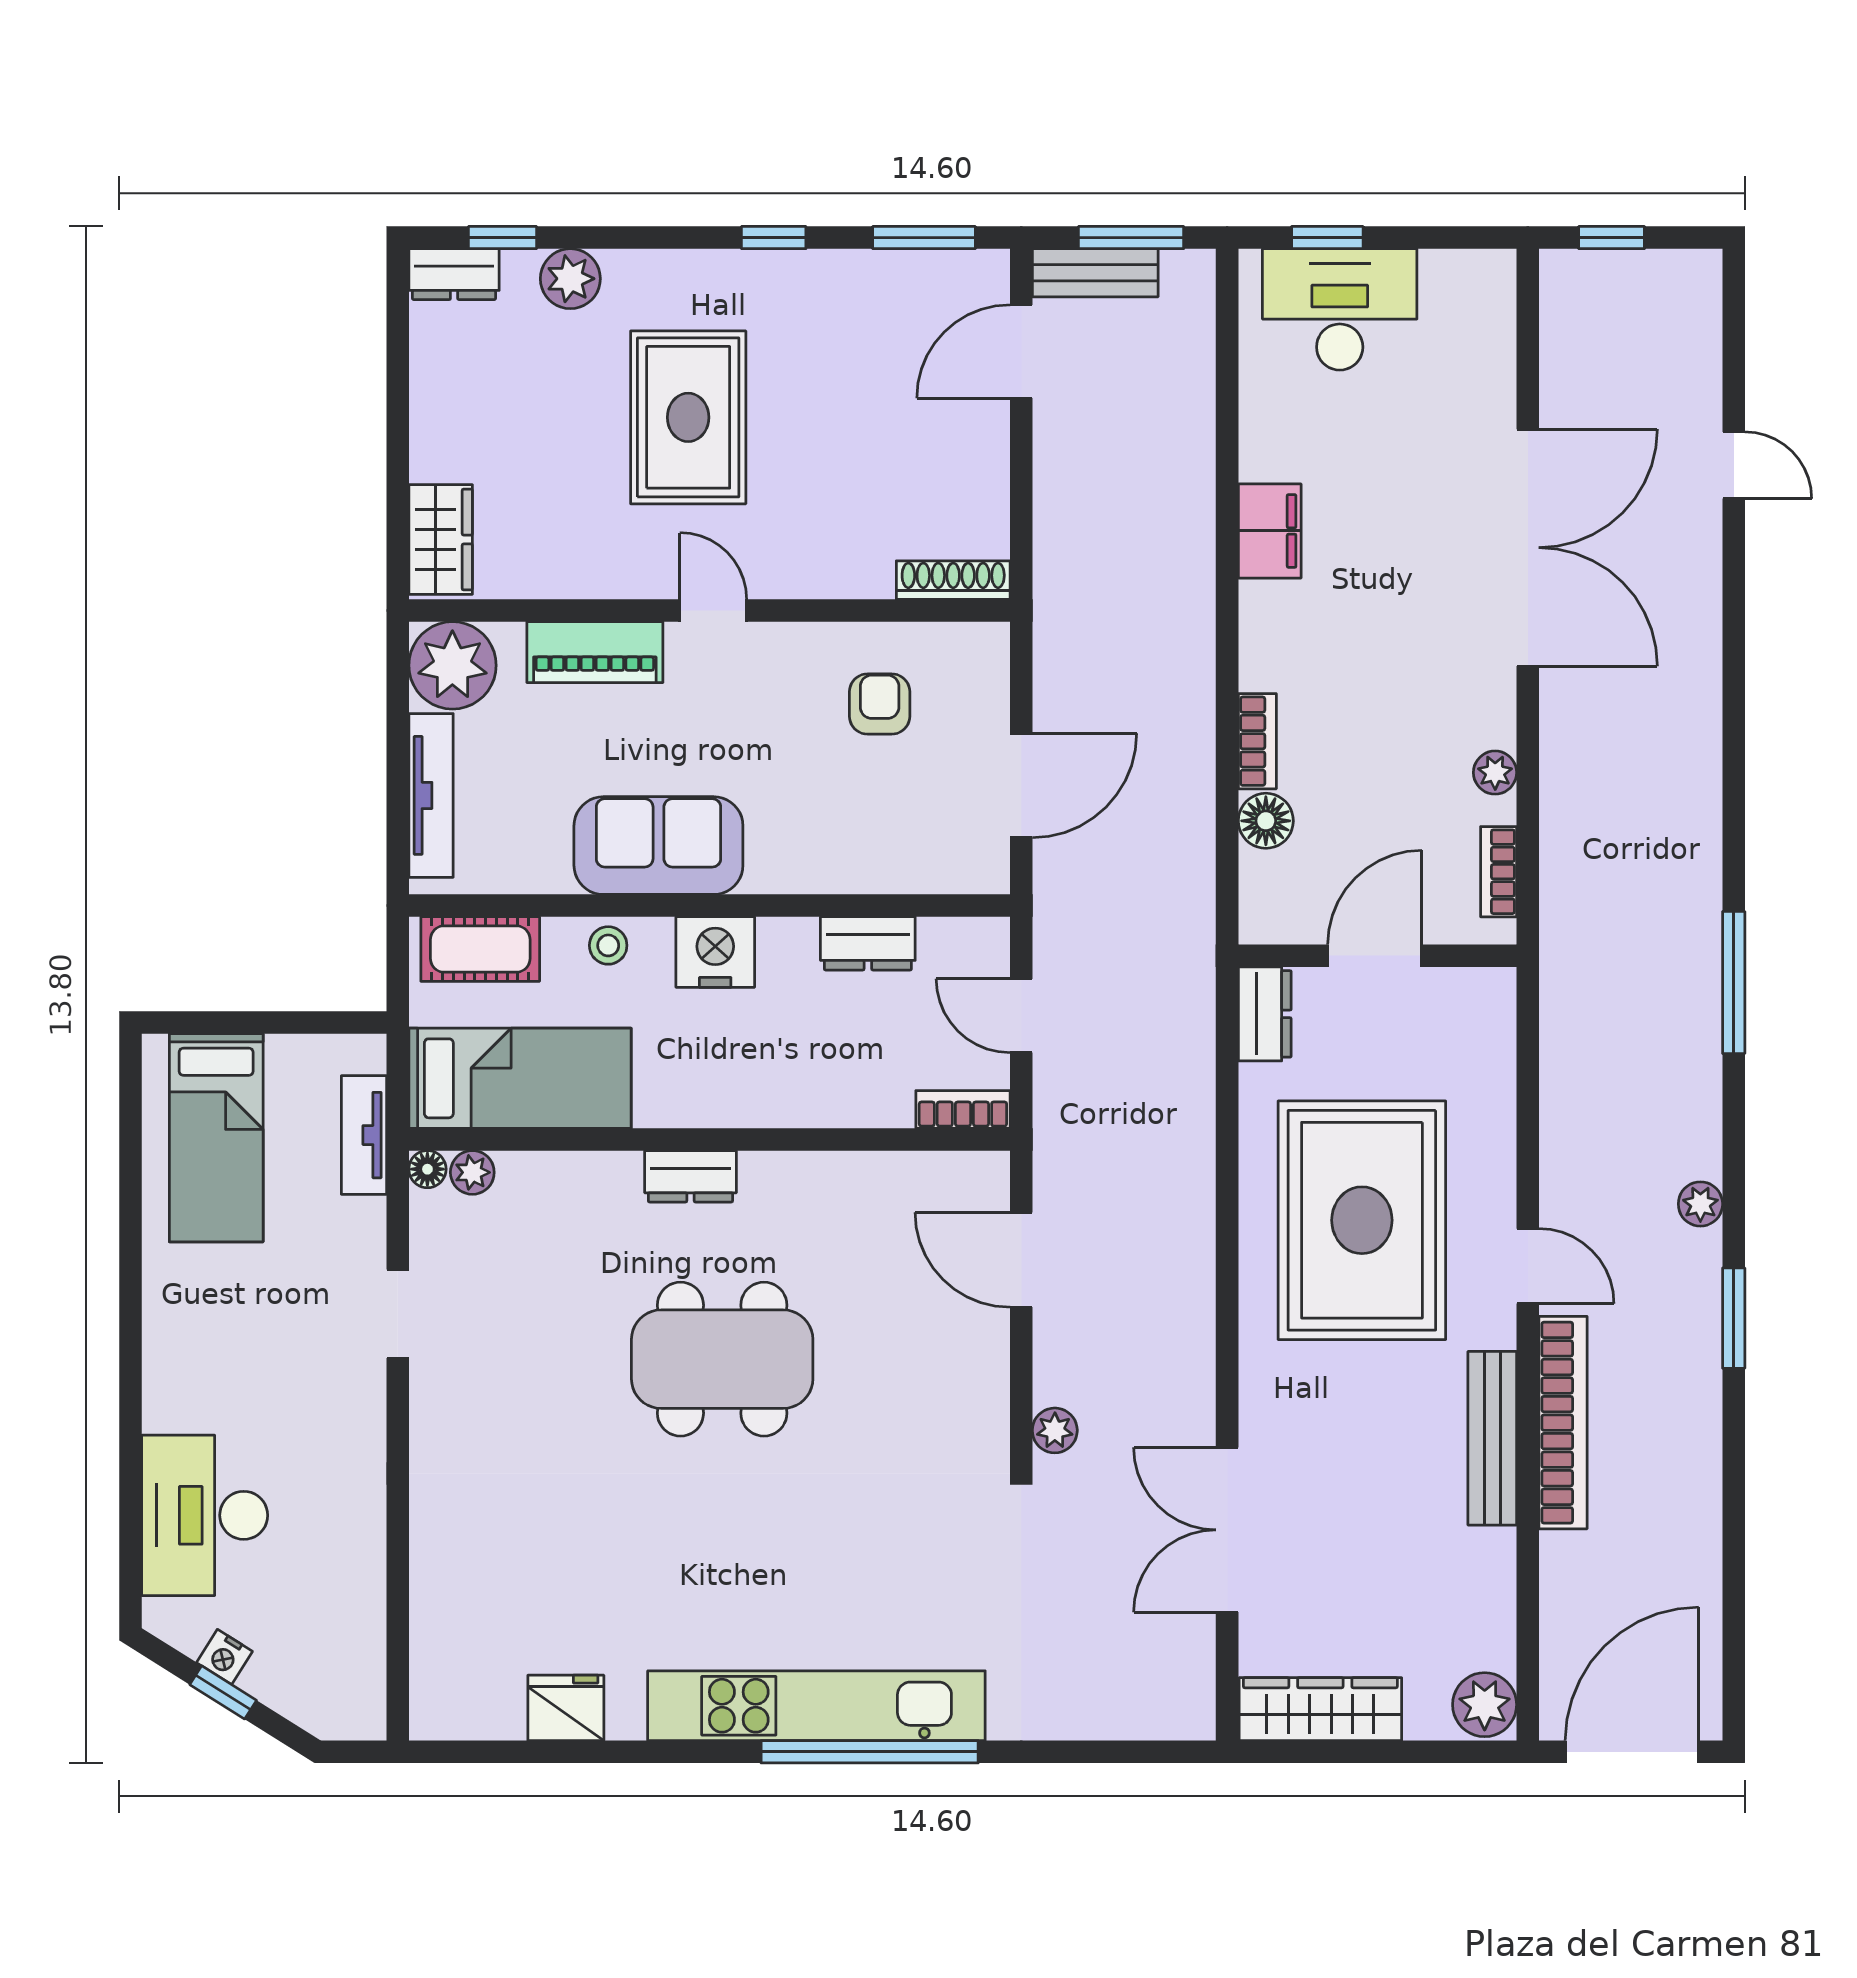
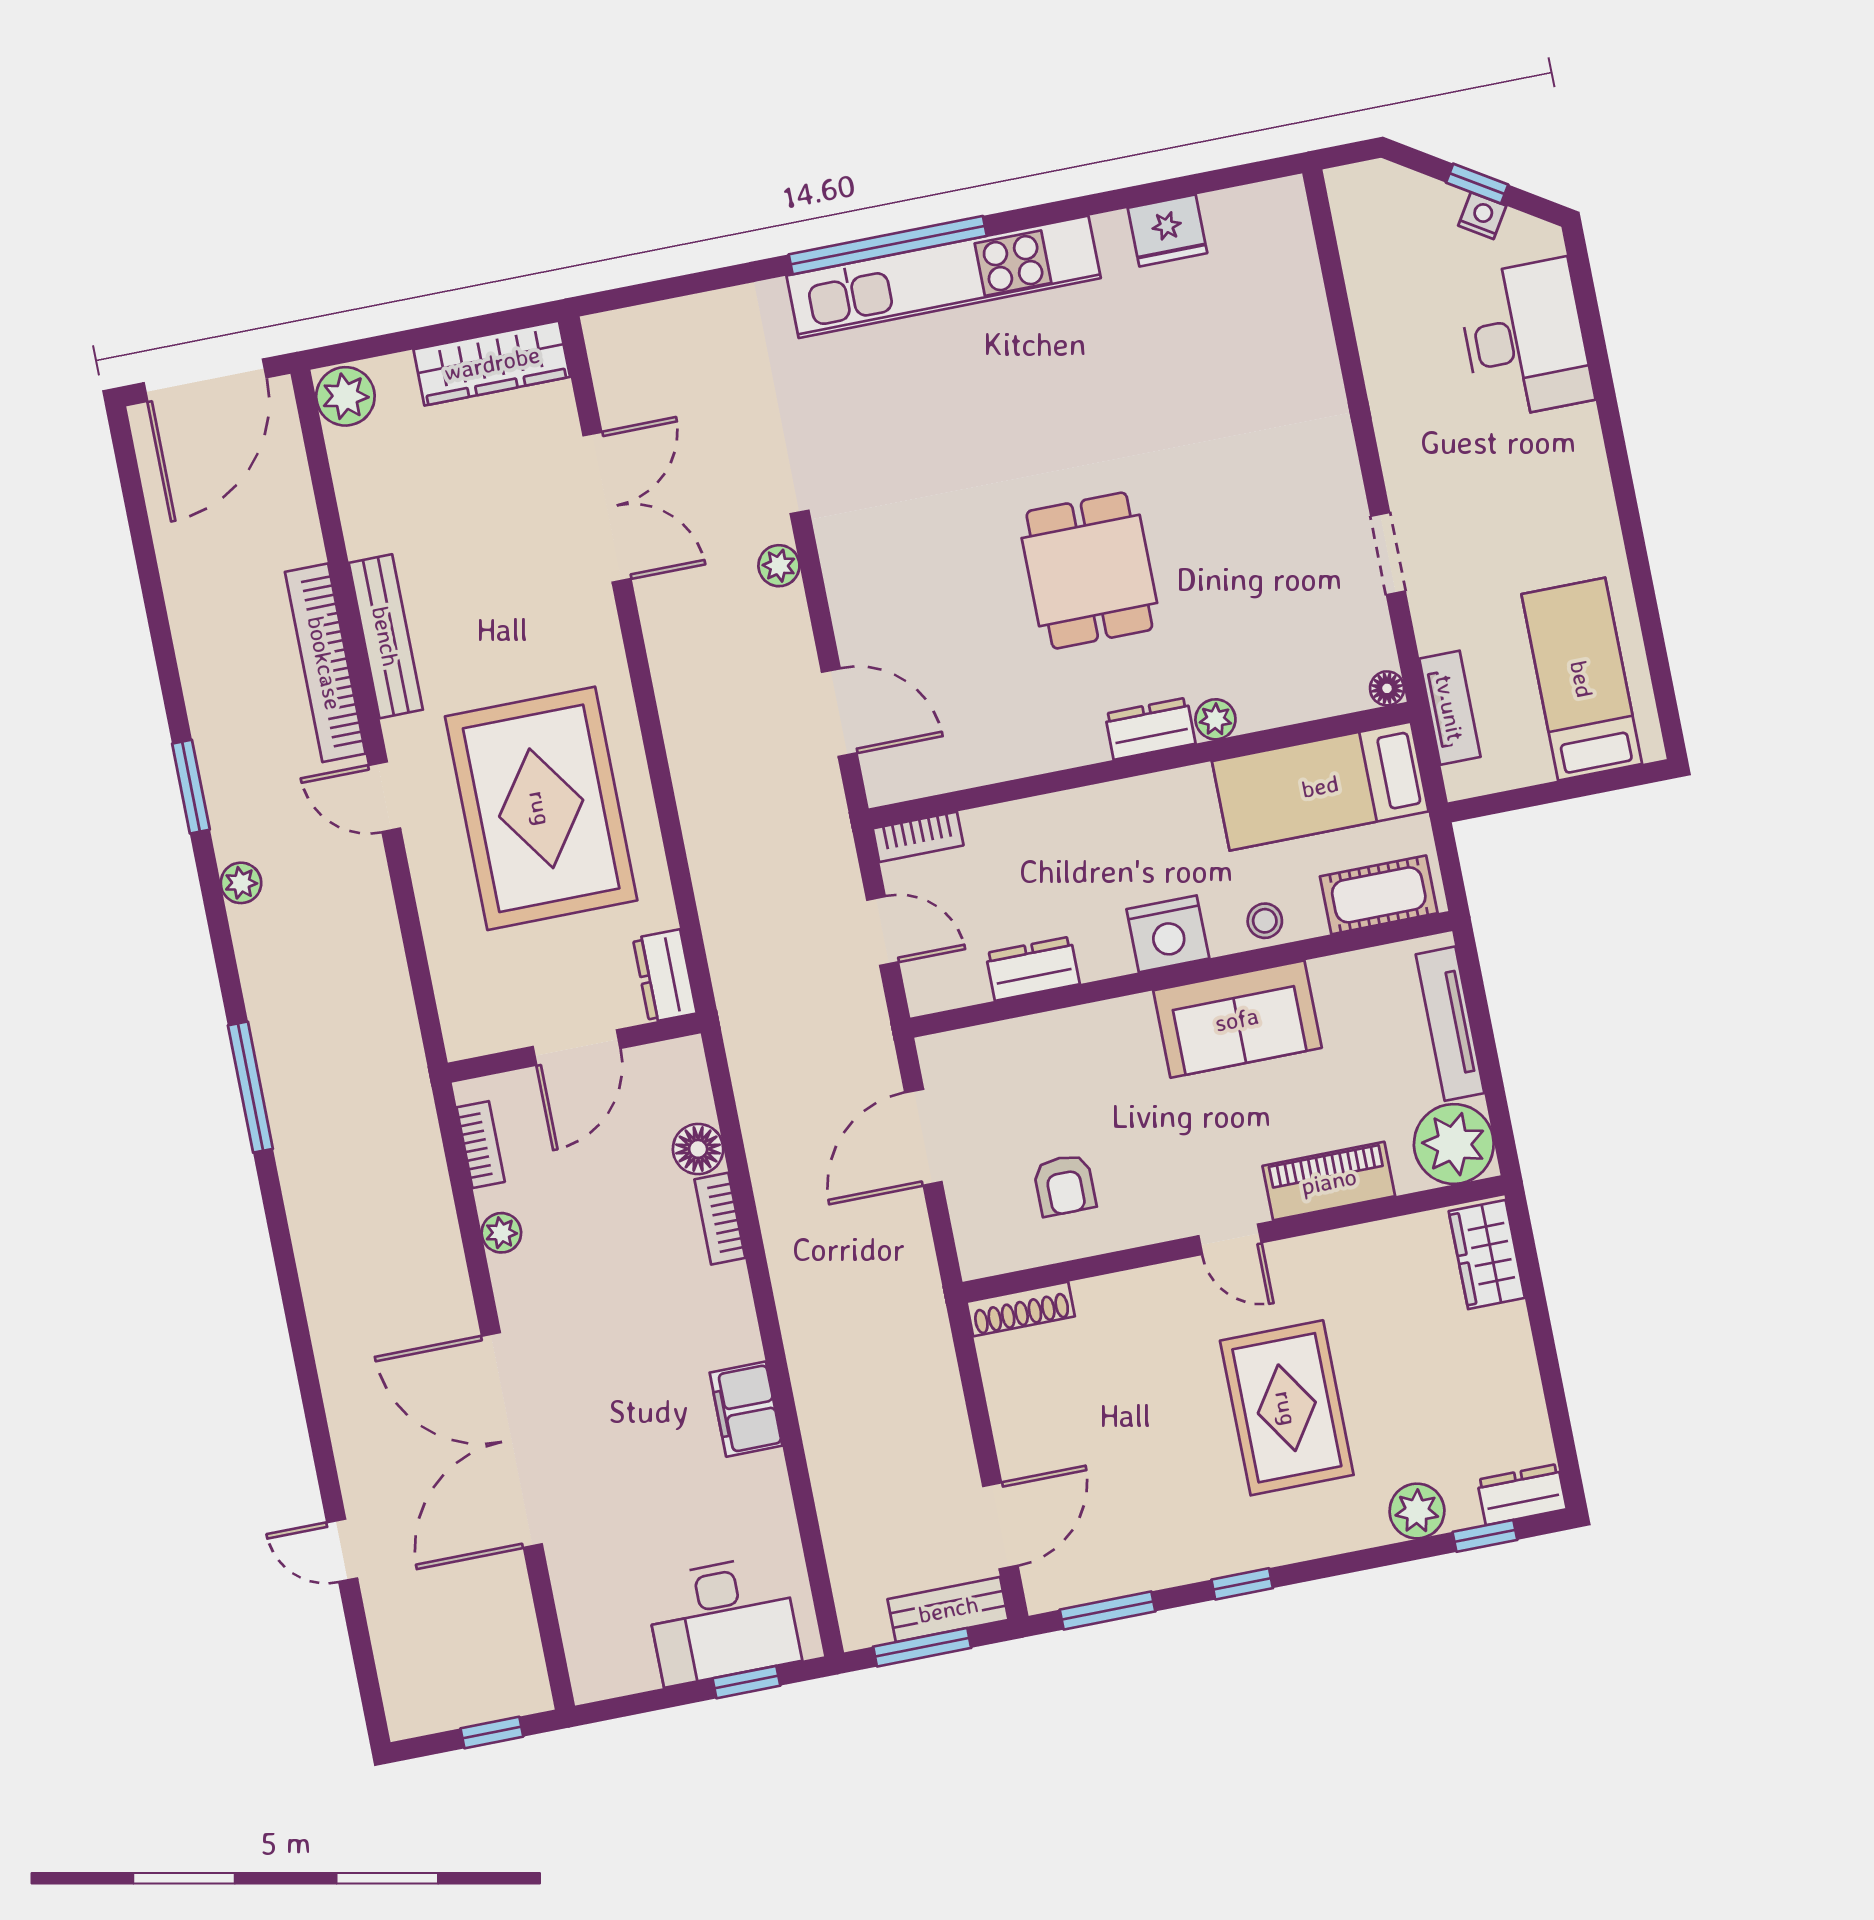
plant: (472, 1172) -> (1215, 719), moved
dining table: (722, 1359) -> (1089, 571), width x0.73

